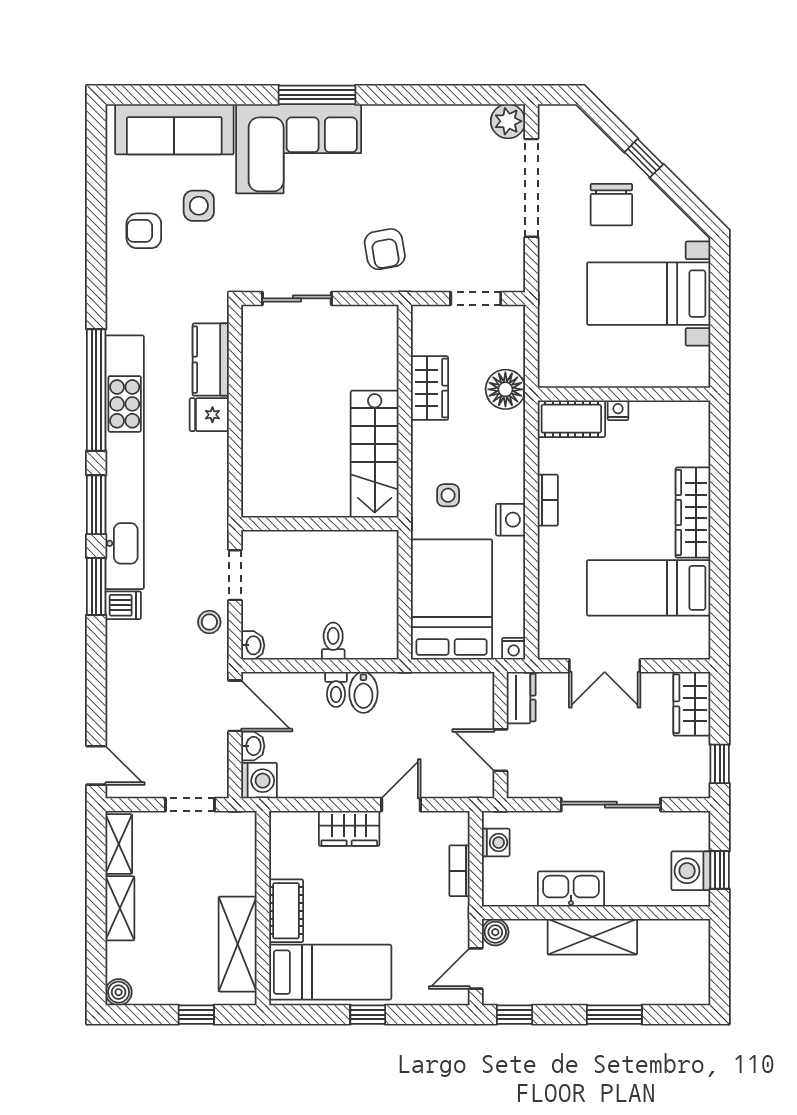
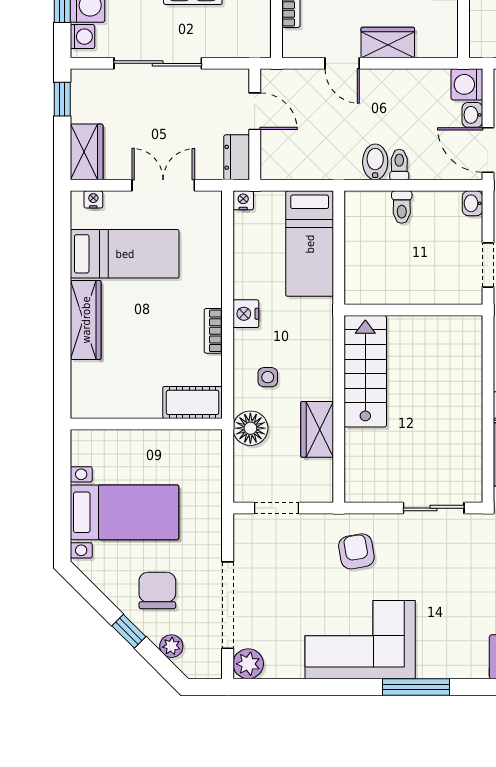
plant: (595, 141) -> (171, 646), added
corner sofa: (299, 149) -> (360, 640), moved
nightstand: (618, 410) -> (93, 199), moved, turned 180
side table: (448, 495) -> (268, 377), moved
bed: (452, 599) -> (310, 244), width x0.67
door: (401, 805) -> (342, 63), hinge flipped
washing machine: (496, 843) -> (82, 37), moved, turned 180

